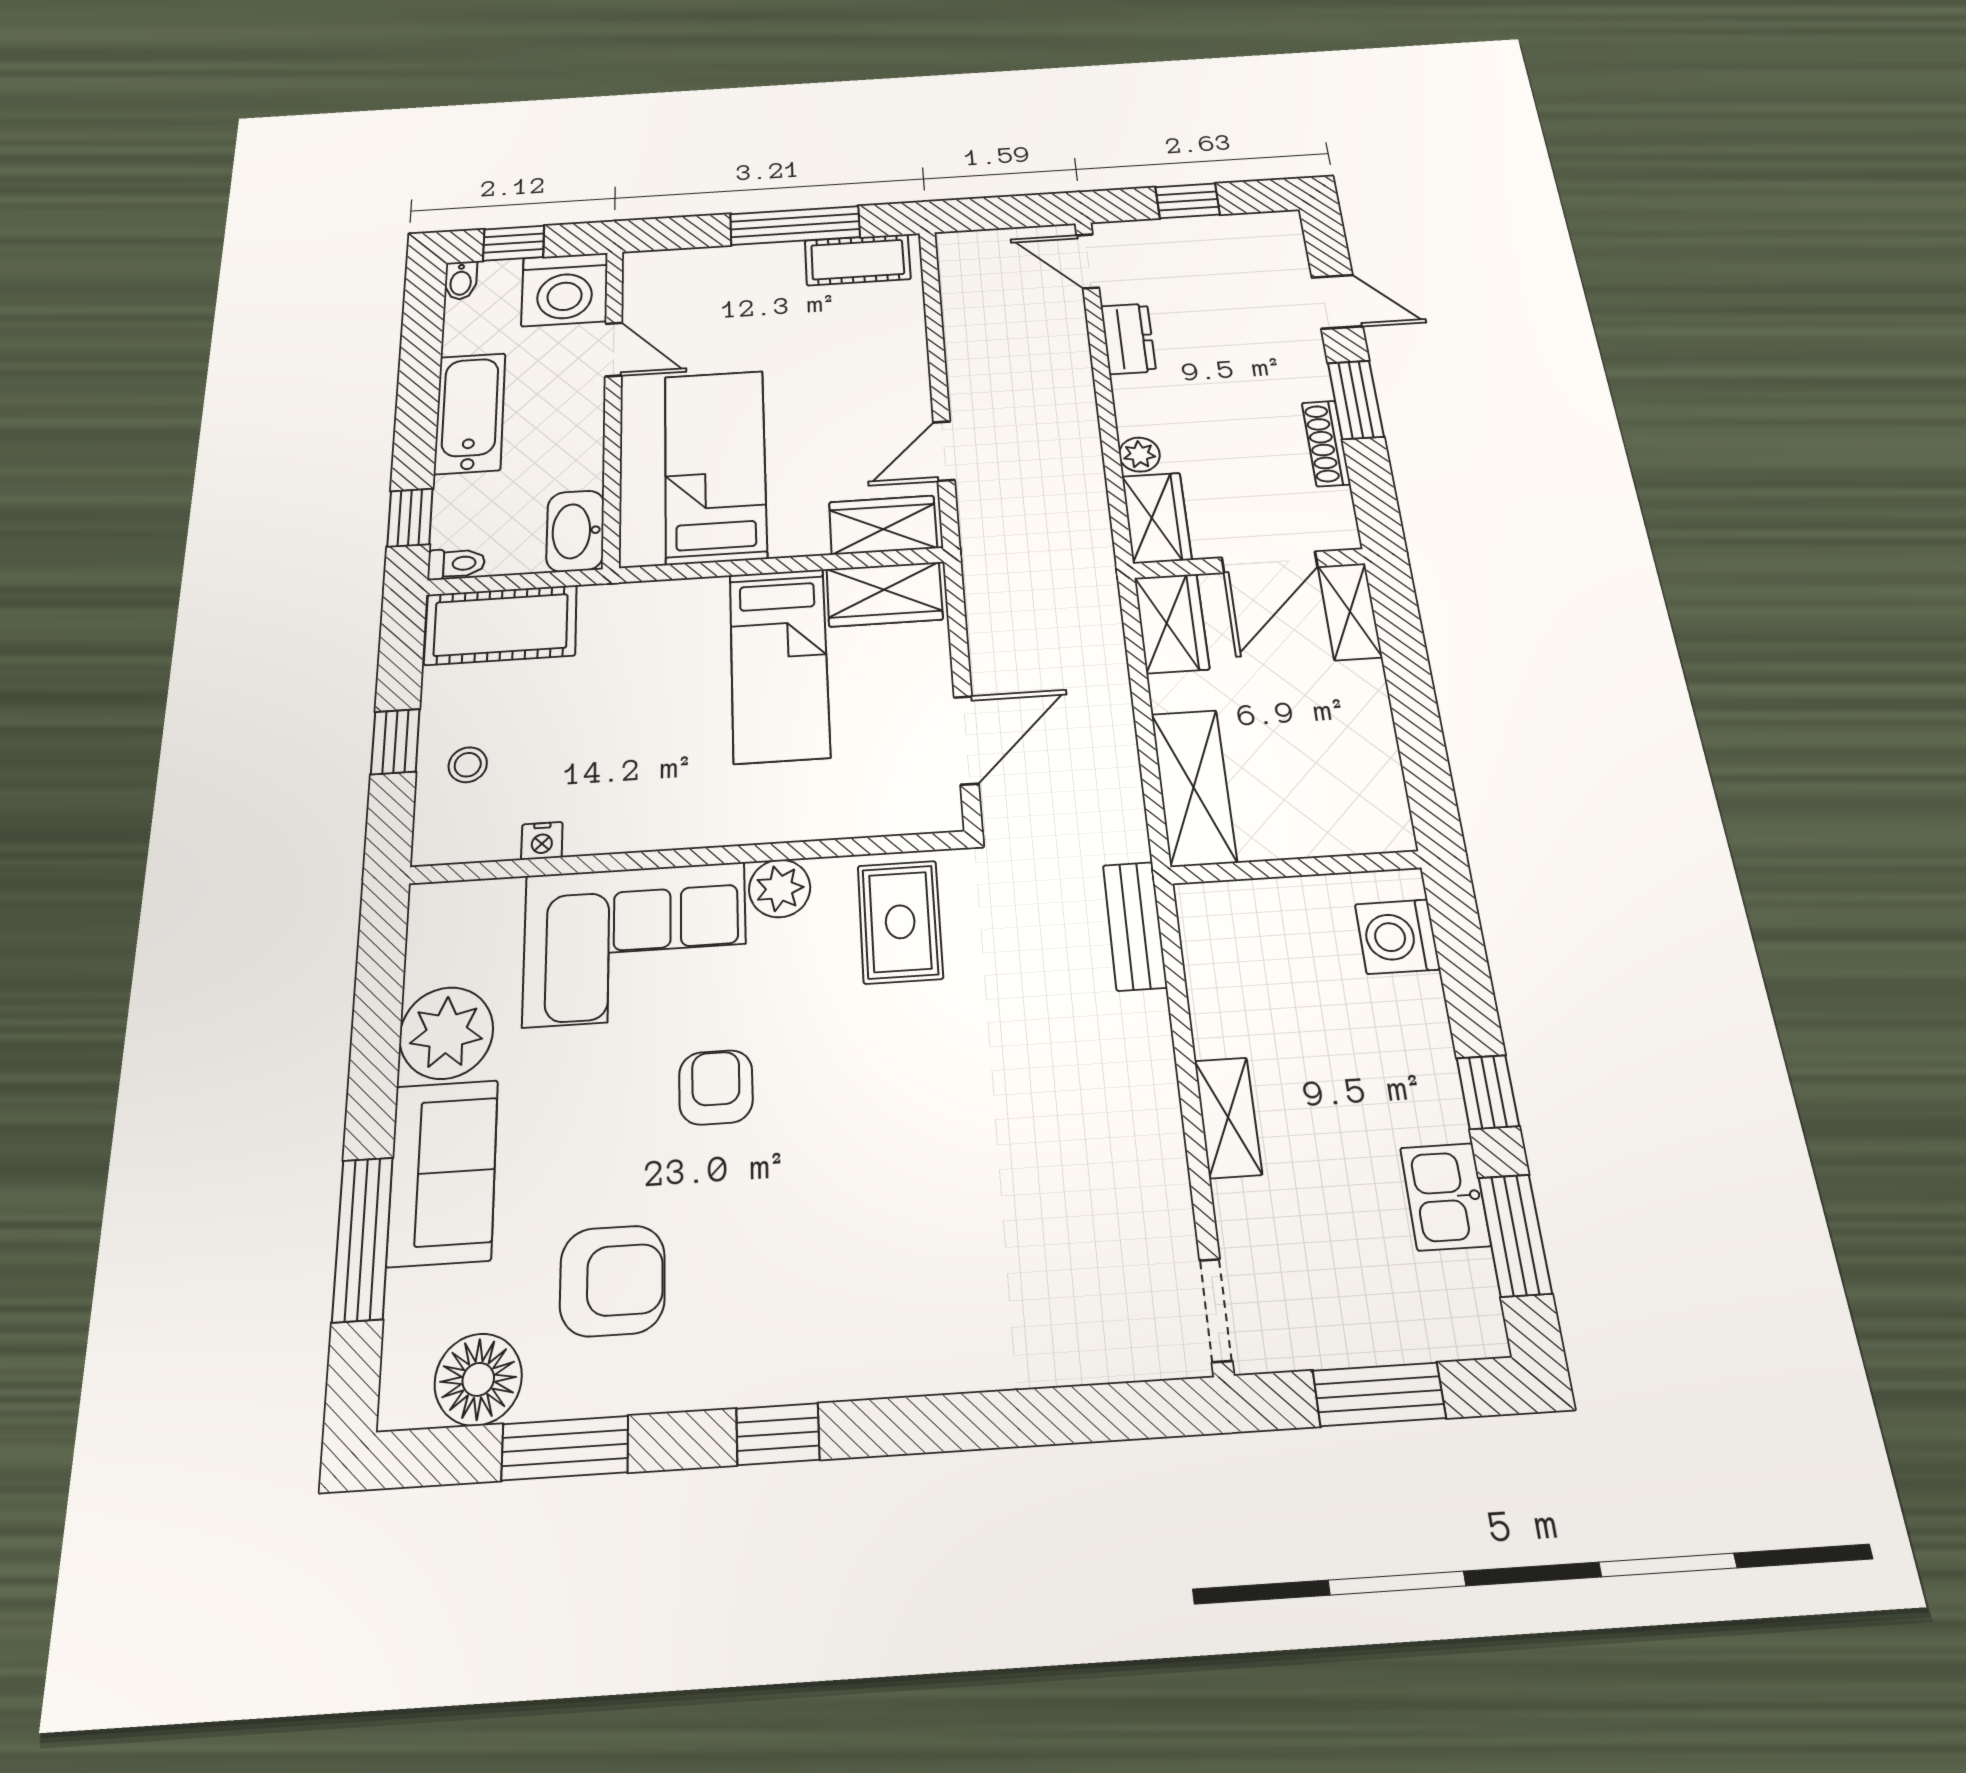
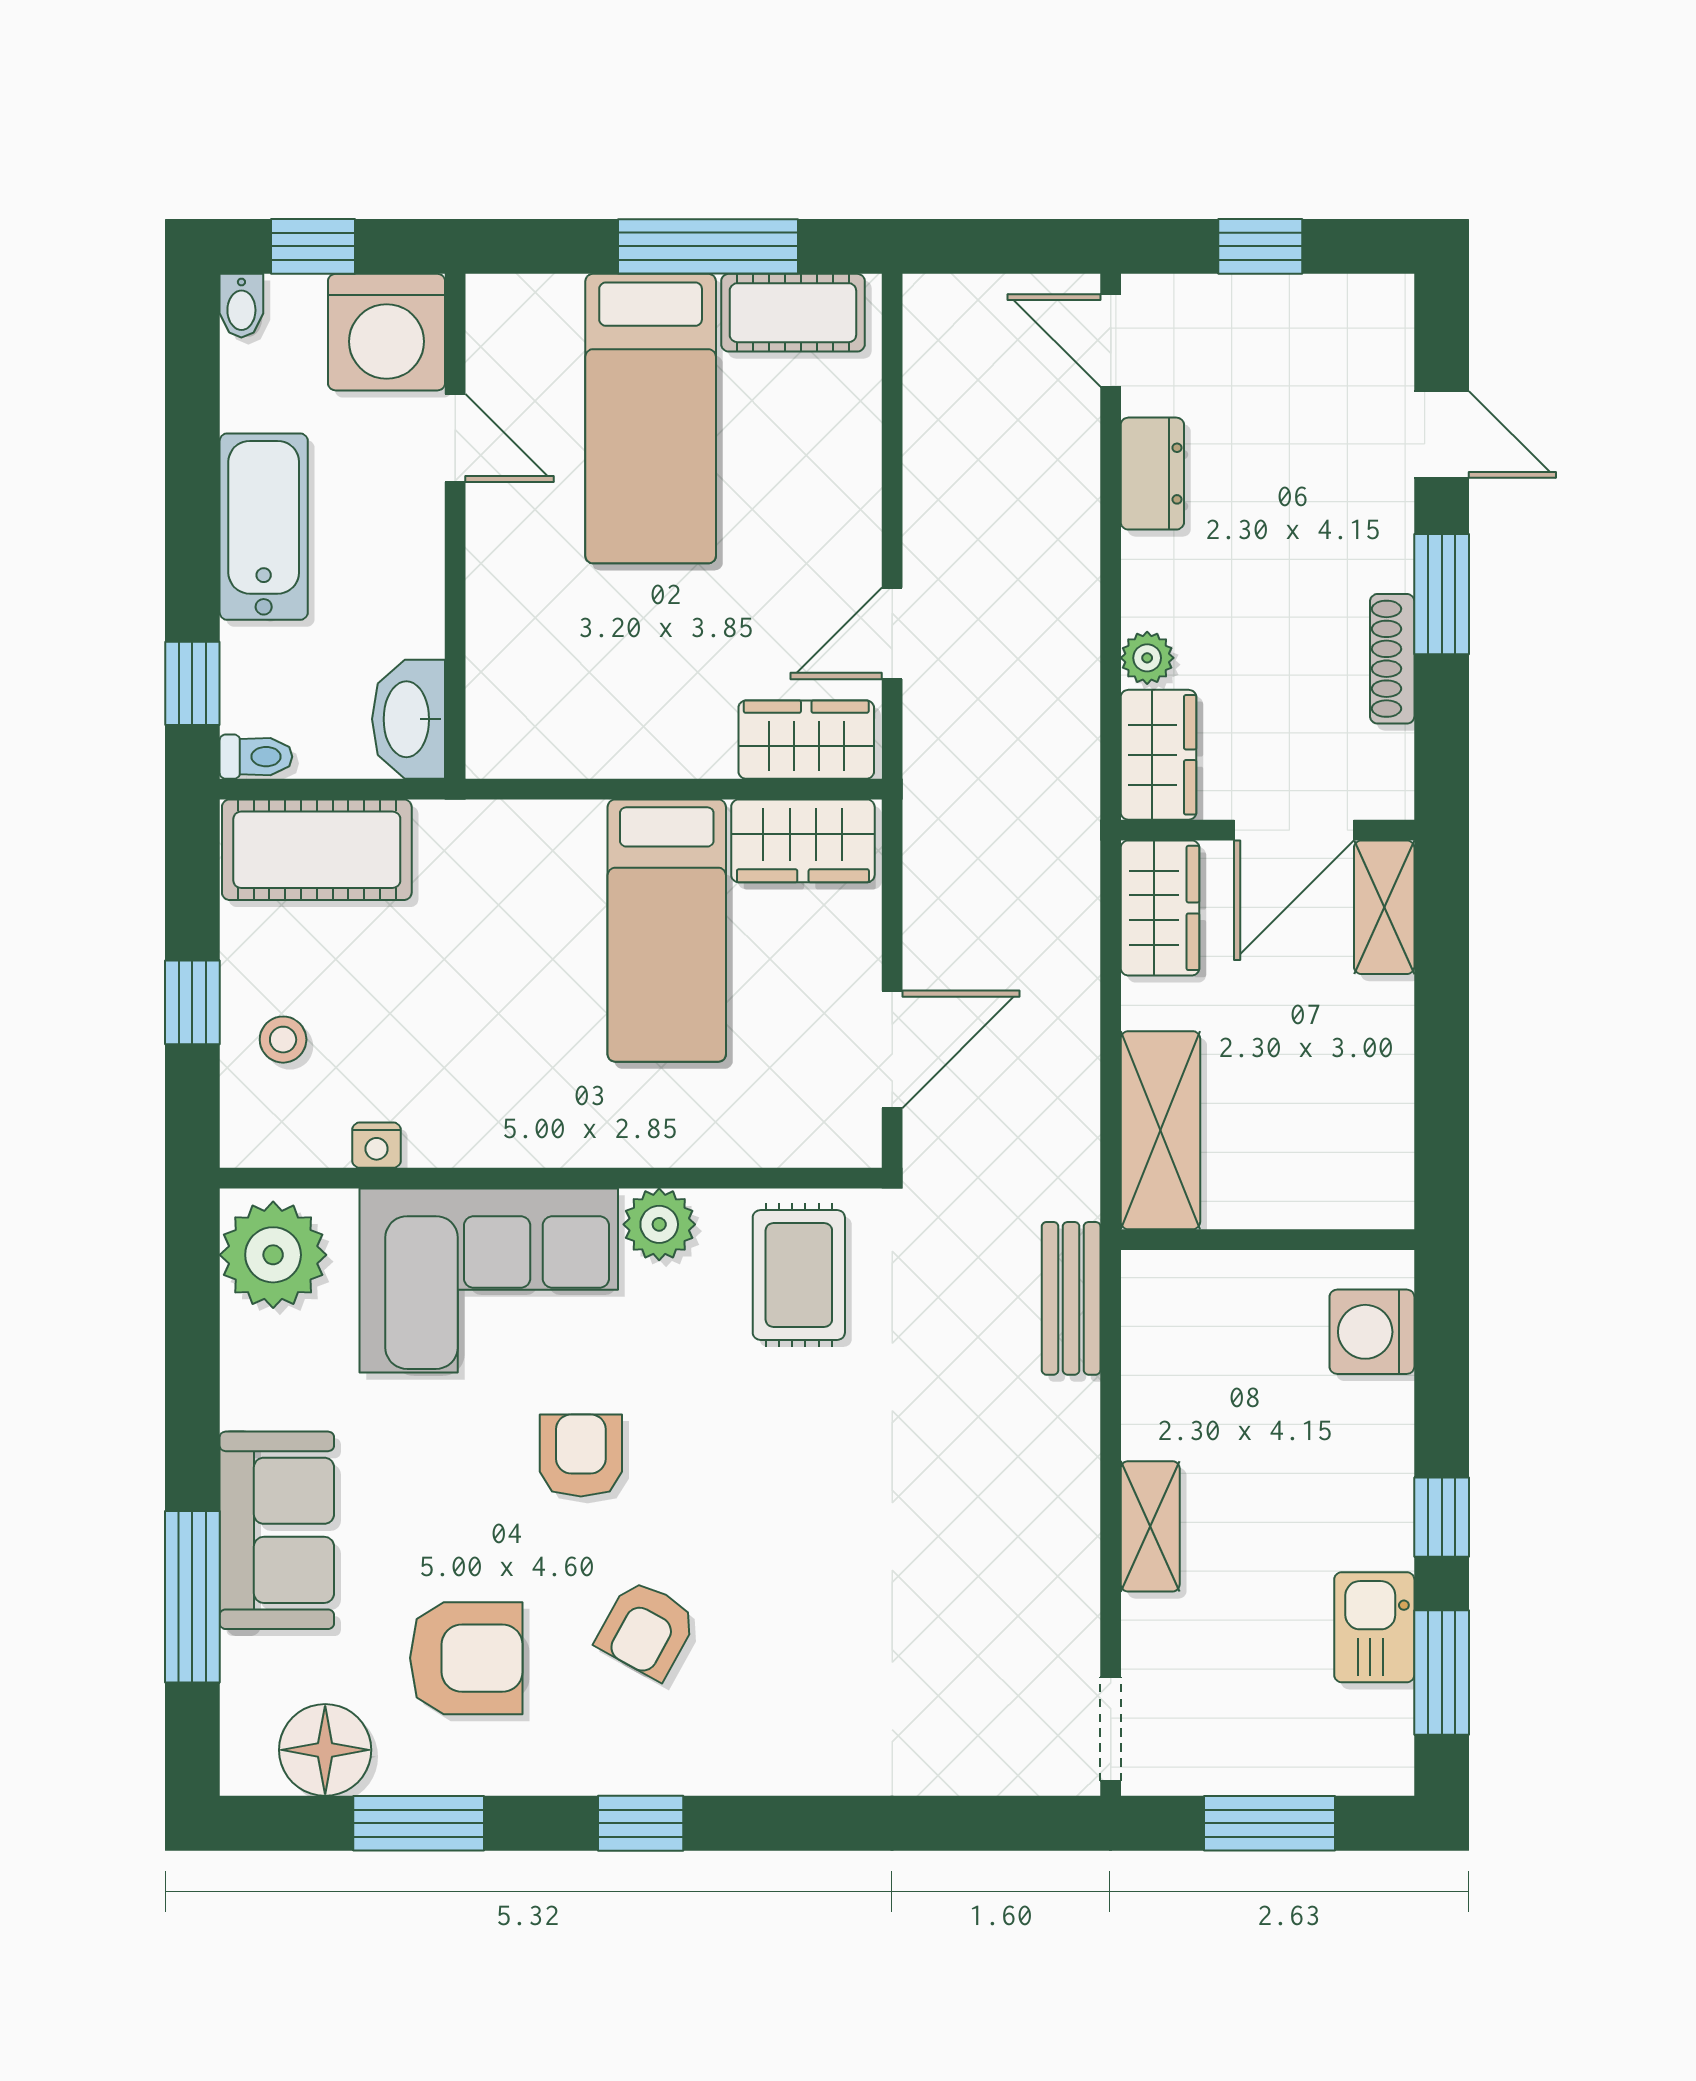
bed: (715, 466) -> (651, 419), moved, turned 180
plant: (446, 1033) -> (273, 1255), moved
armchair: (778, 1242) -> (647, 1629), added

